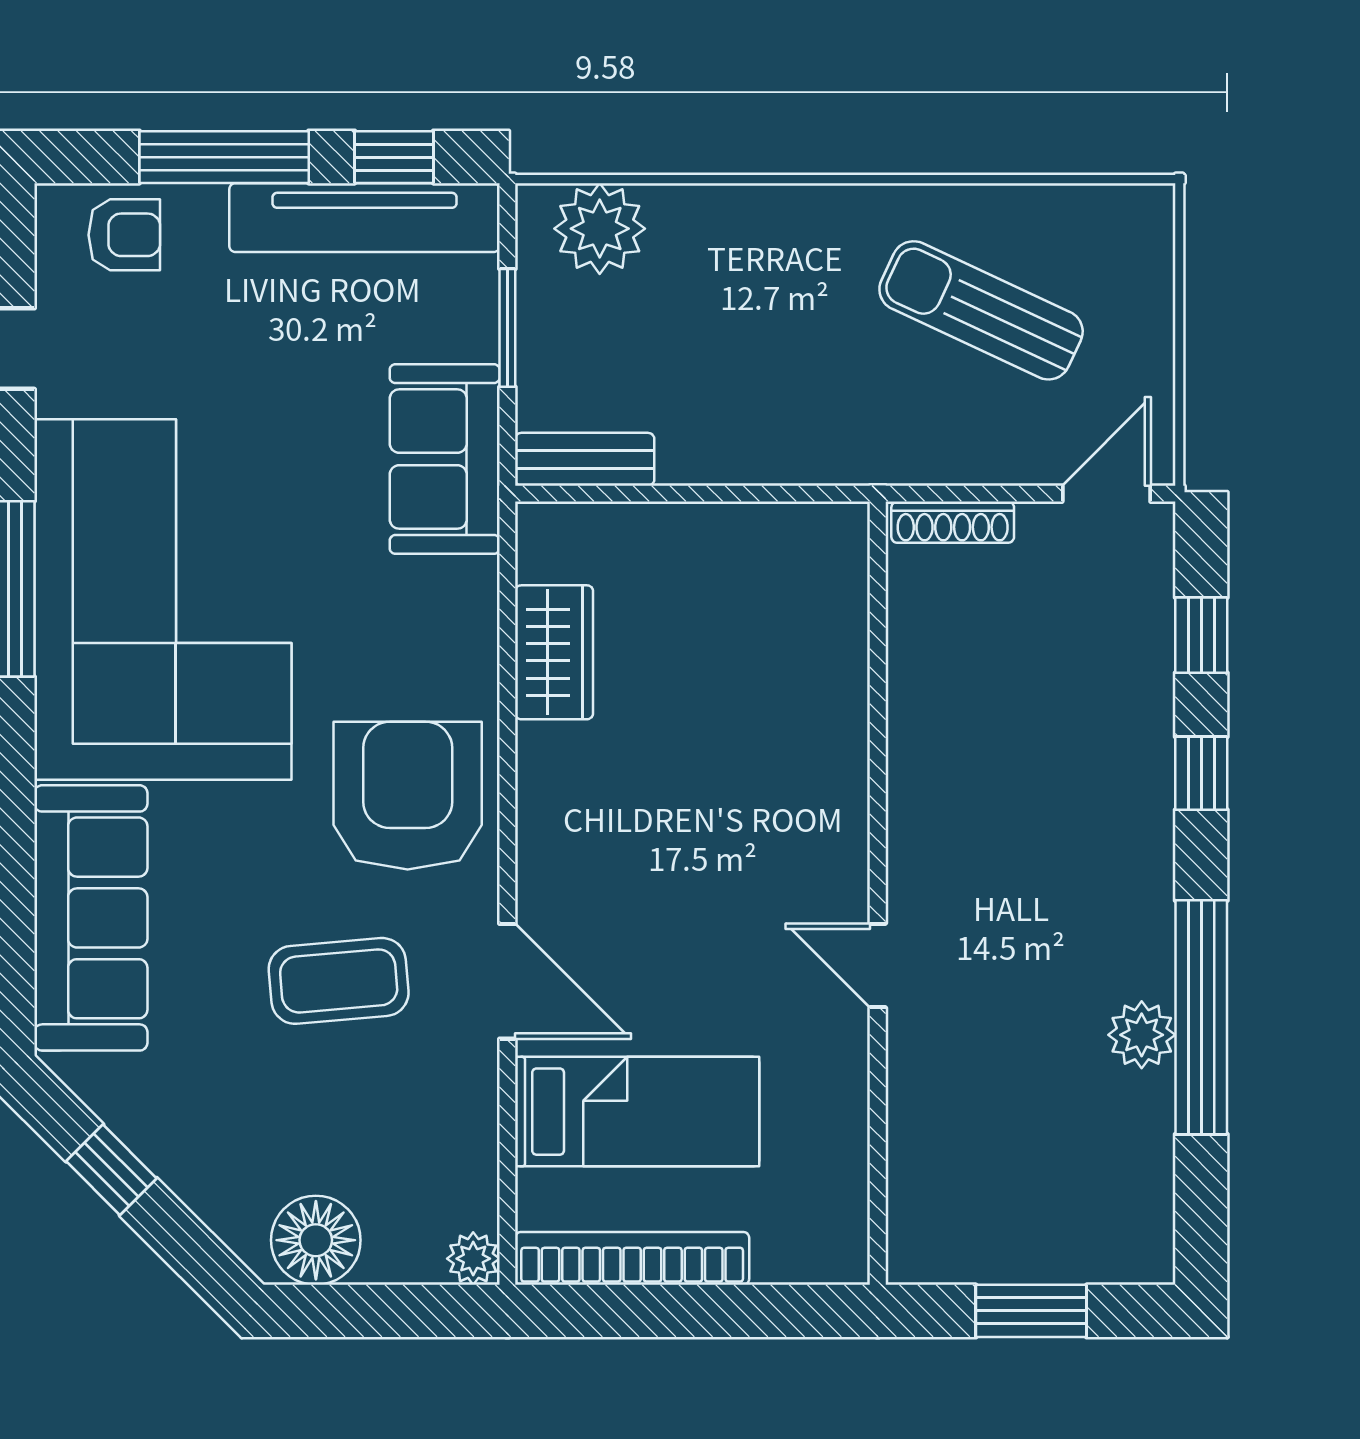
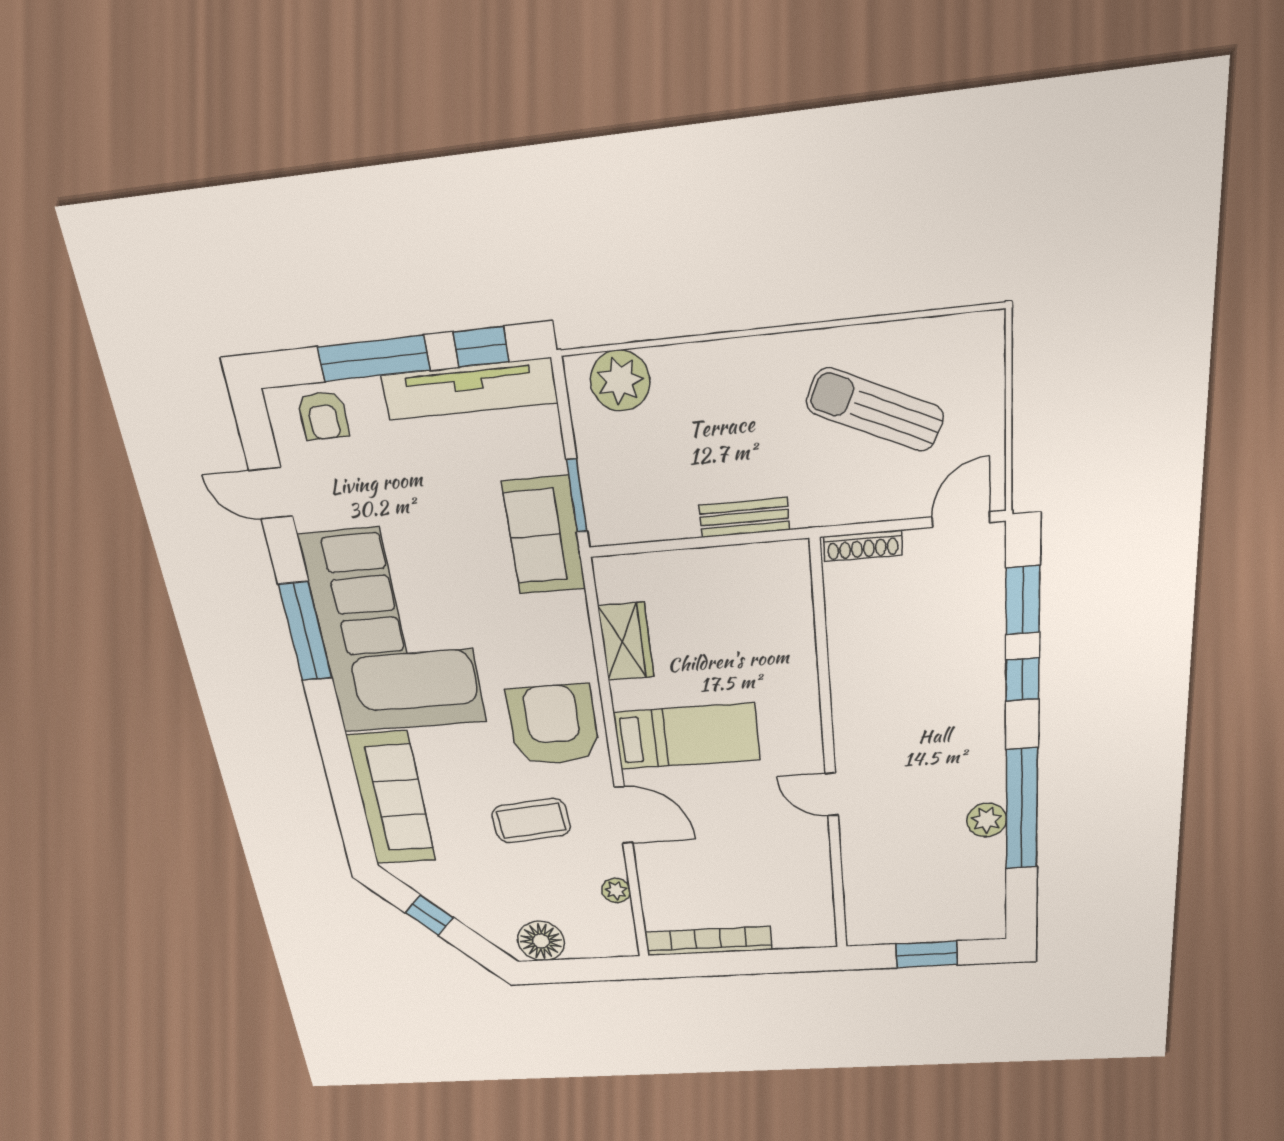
armchair: (124, 235) -> (323, 416), turned 90
window: (507, 328) -> (577, 496), moved
bench: (585, 459) -> (744, 518), moved
window: (1201, 635) -> (1023, 600), width x1.50
bed: (637, 1112) -> (687, 736), moved
plant: (473, 1259) -> (616, 891), moved

